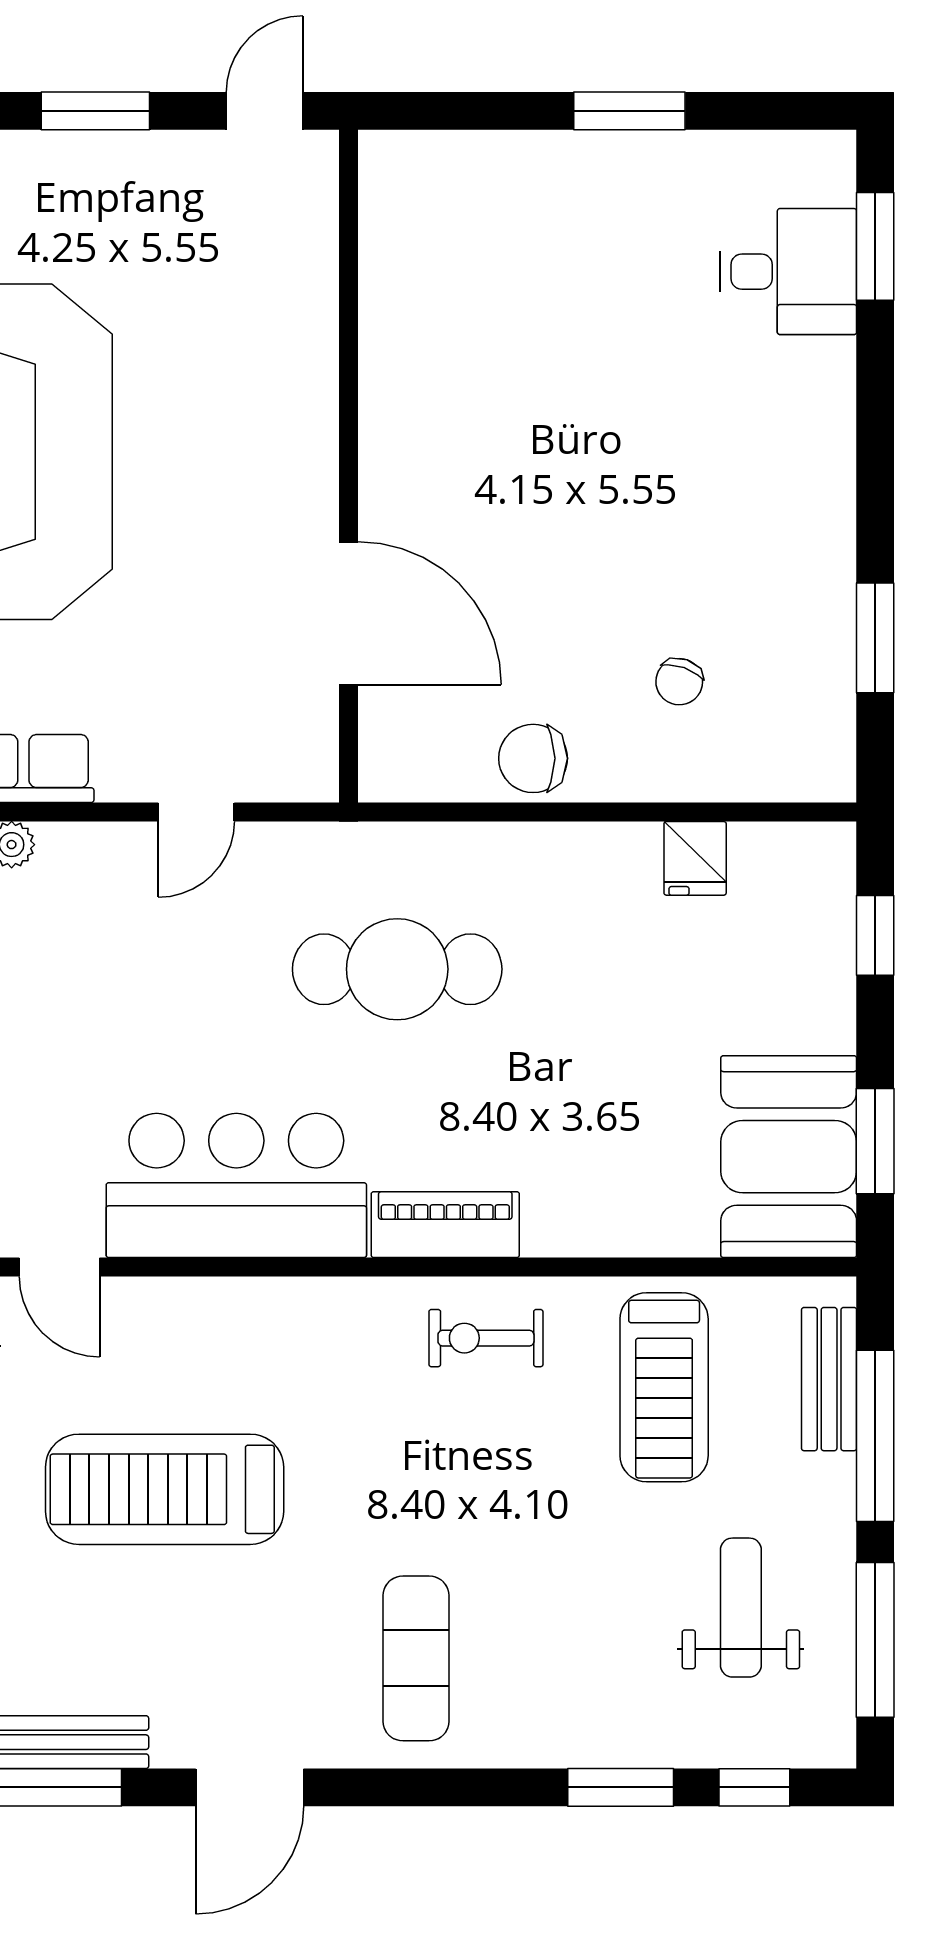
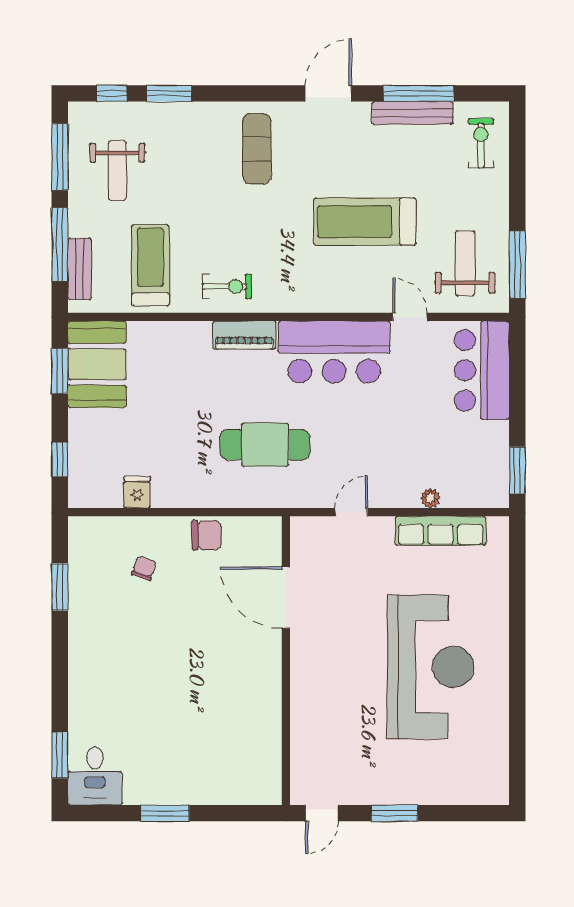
desk: (788, 272) -> (95, 776), moved, turned -90
treadmill: (165, 1489) -> (365, 221), turned 180

